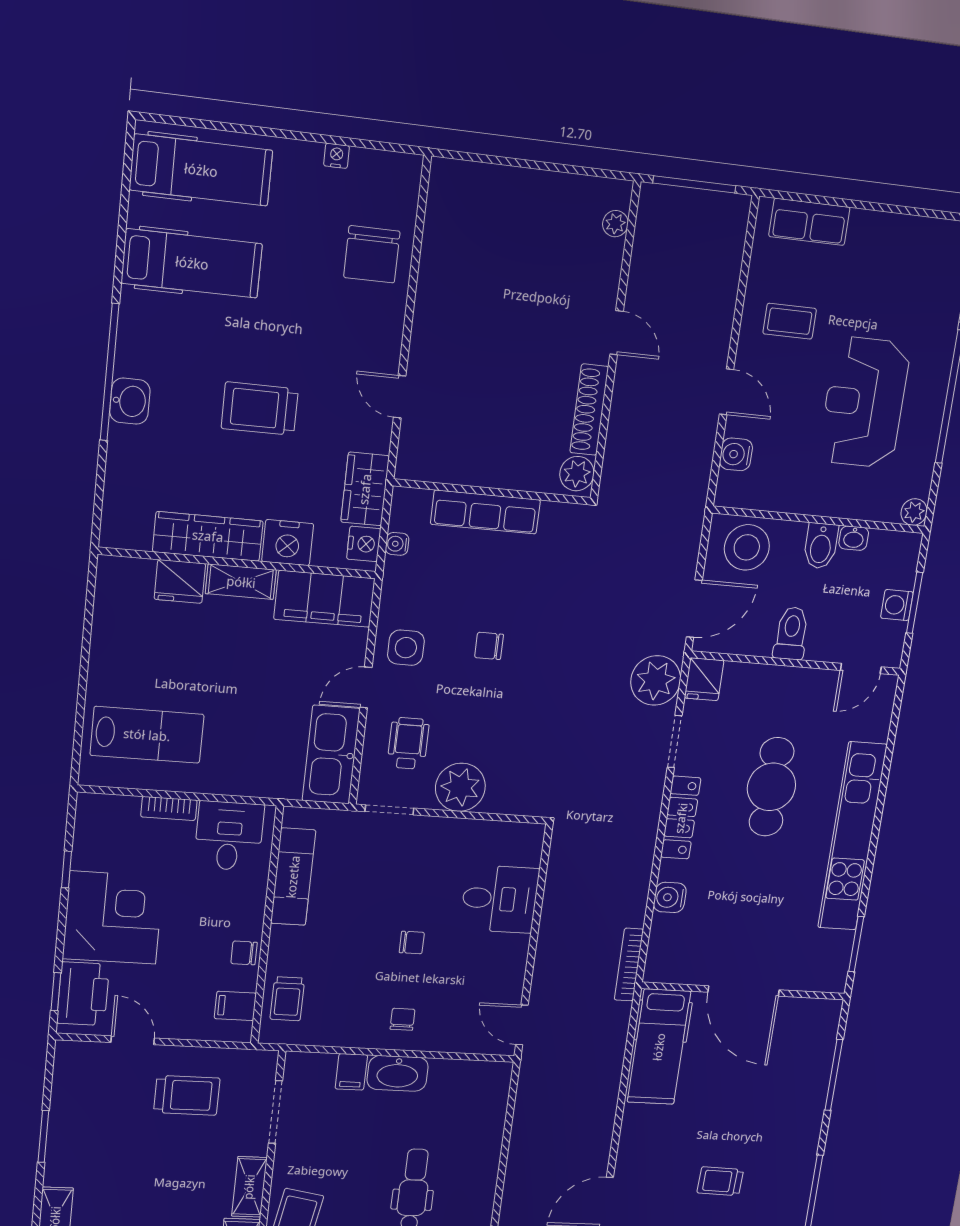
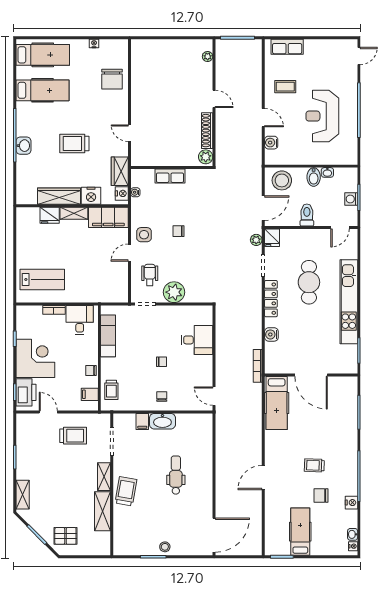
row of seats: (485, 512) -> (170, 176), width x0.68
plant: (914, 512) -> (352, 159), removed
plant: (656, 680) -> (256, 240), width x0.53, depth x0.53
kitchen sink: (331, 755) -> (118, 282), removed

